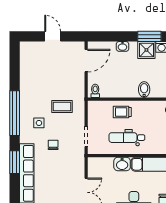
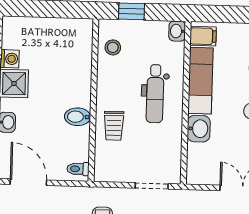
bidet: (144, 90) -> (78, 117), moved
dental chair: (127, 138) -> (155, 94), moved

